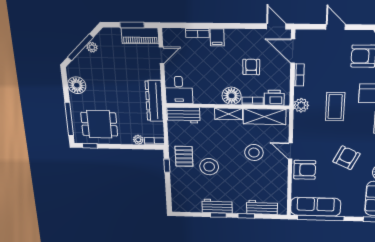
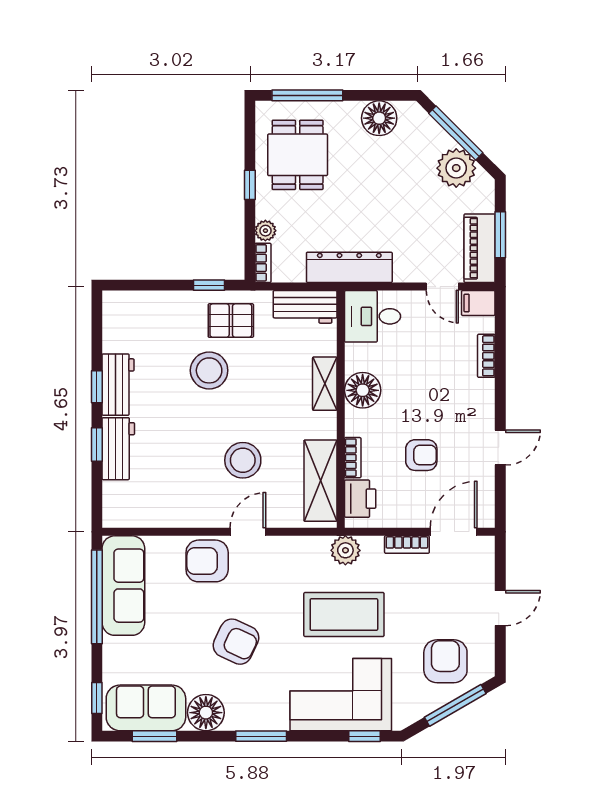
door: (276, 26) -> (500, 448), moved
filing cabinet: (217, 37) -> (478, 303), moved
plant: (92, 47) -> (456, 168), width x1.88, depth x1.88
floor lamp: (232, 96) -> (363, 390), moved
coffee table: (335, 107) -> (344, 614), width x1.36, depth x1.32
shelving: (228, 114) -> (325, 384), moved
workbench: (183, 115) -> (305, 307), moved, turned -90
window: (90, 146) -> (250, 185), moved
armchair: (305, 170) -> (207, 561), turned 90
workbench: (262, 207) -> (118, 449), moved

